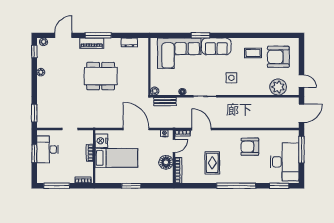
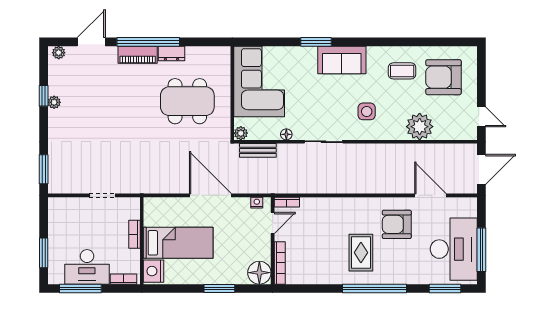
window: (98, 35) -> (148, 42), width x1.46
dresser: (129, 42) -> (172, 53), moved
window: (34, 52) -> (44, 96), moved
corner sofa: (179, 53) -> (259, 81), moved, turned -90
dining table: (101, 76) -> (187, 101), moved
plant: (278, 87) -> (420, 127), moved
door: (201, 129) -> (430, 195), moved
nightstand: (101, 141) -> (154, 271), moved
desk: (47, 149) -> (87, 267), moved, turned -90
window: (301, 150) -> (481, 250), moved
window: (34, 153) -> (44, 253), moved
floor lamp: (166, 162) -> (259, 273), moved
rug: (212, 163) -> (361, 253), moved
window: (131, 186) -> (219, 288), moved

